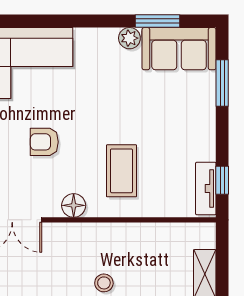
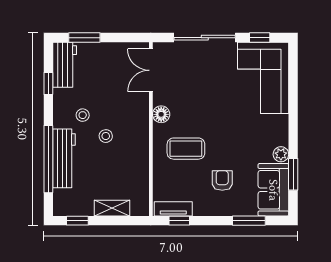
armchair: (44, 142) -> (222, 181), moved

